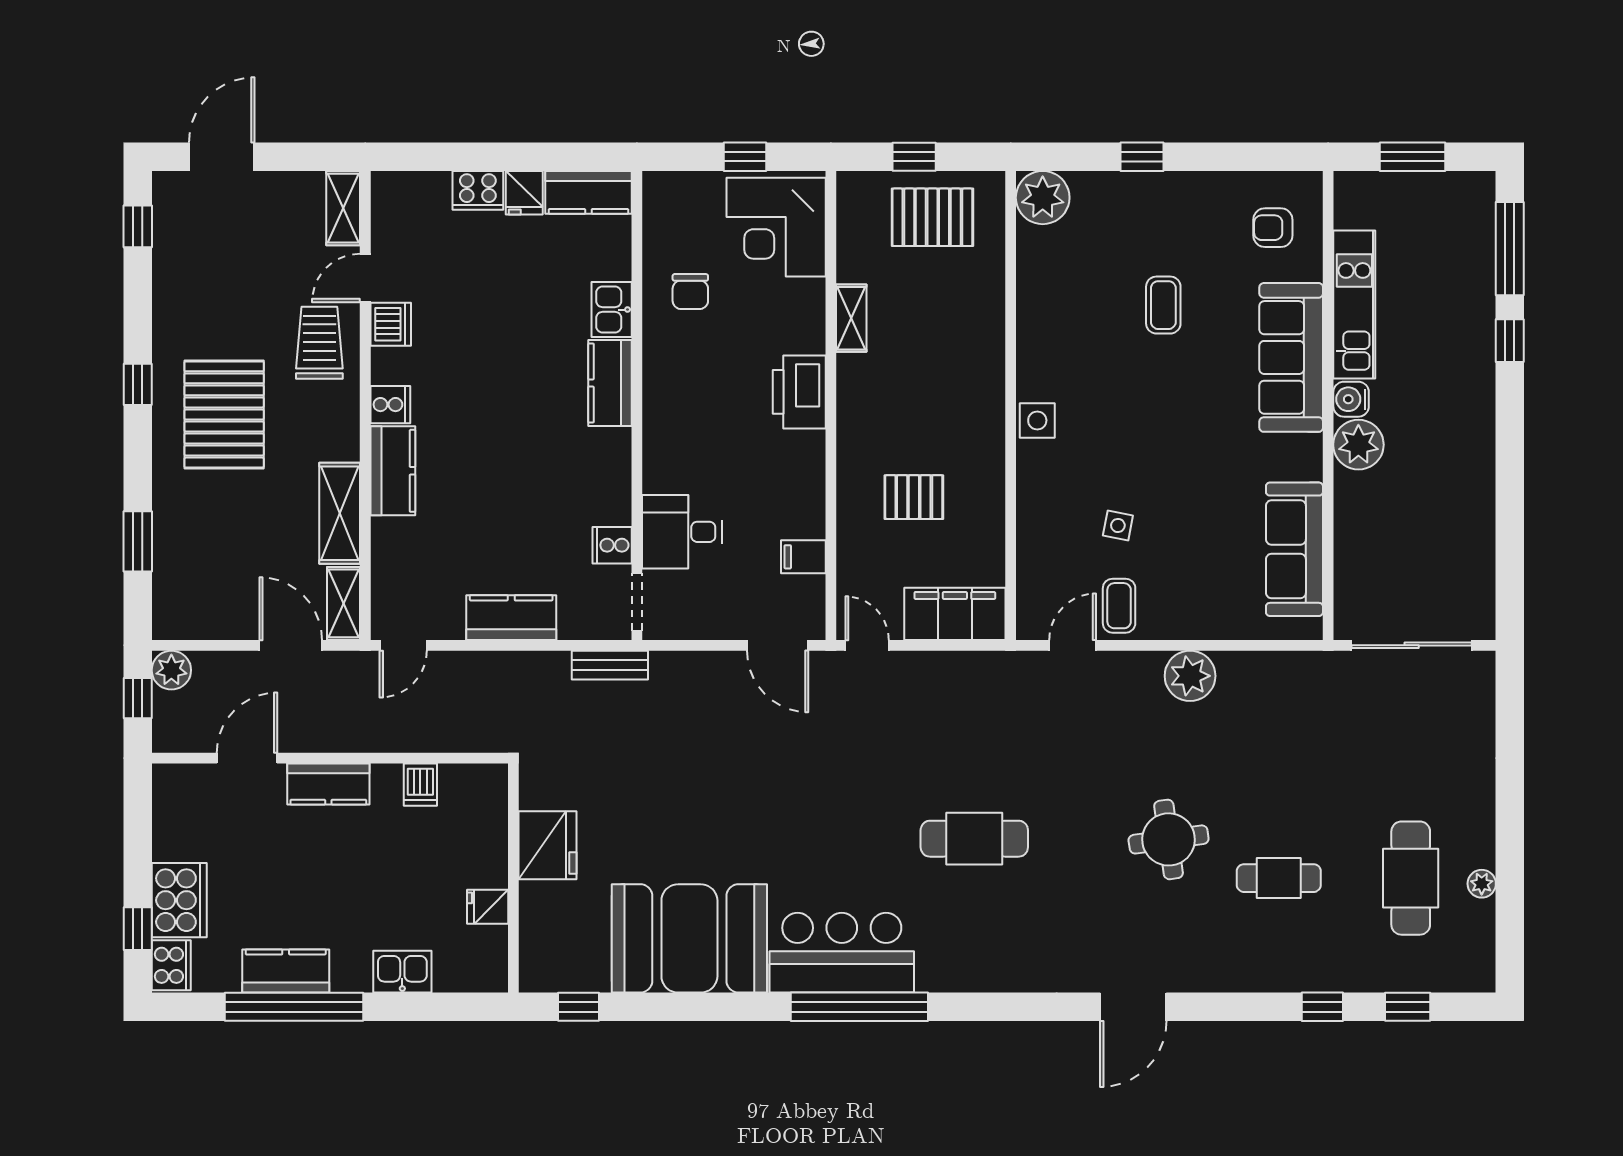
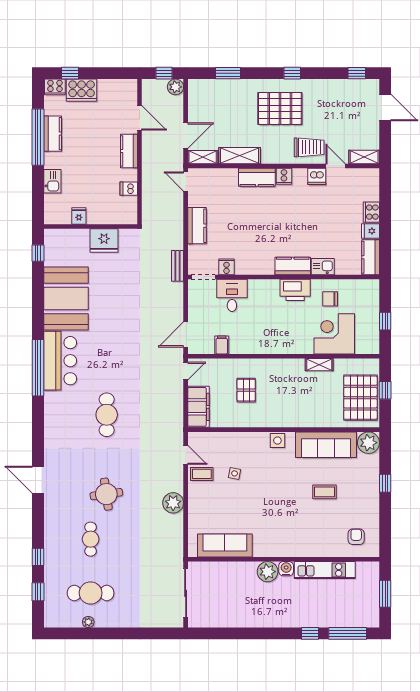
pallet: (932, 217) -> (360, 398), width x1.37, depth x1.41
corner desk: (776, 227) -> (334, 334), moved
sofa: (1291, 357) -> (326, 445), moved, turned 180
printer: (799, 392) -> (295, 290), moved, turned 180

